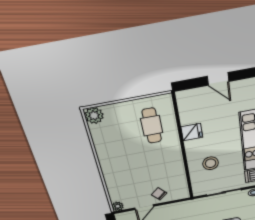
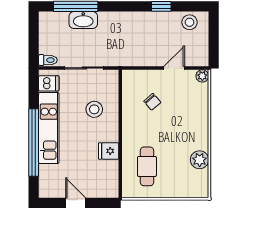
plant: (94, 115) -> (200, 160), moved
chair: (159, 194) -> (152, 102), moved

